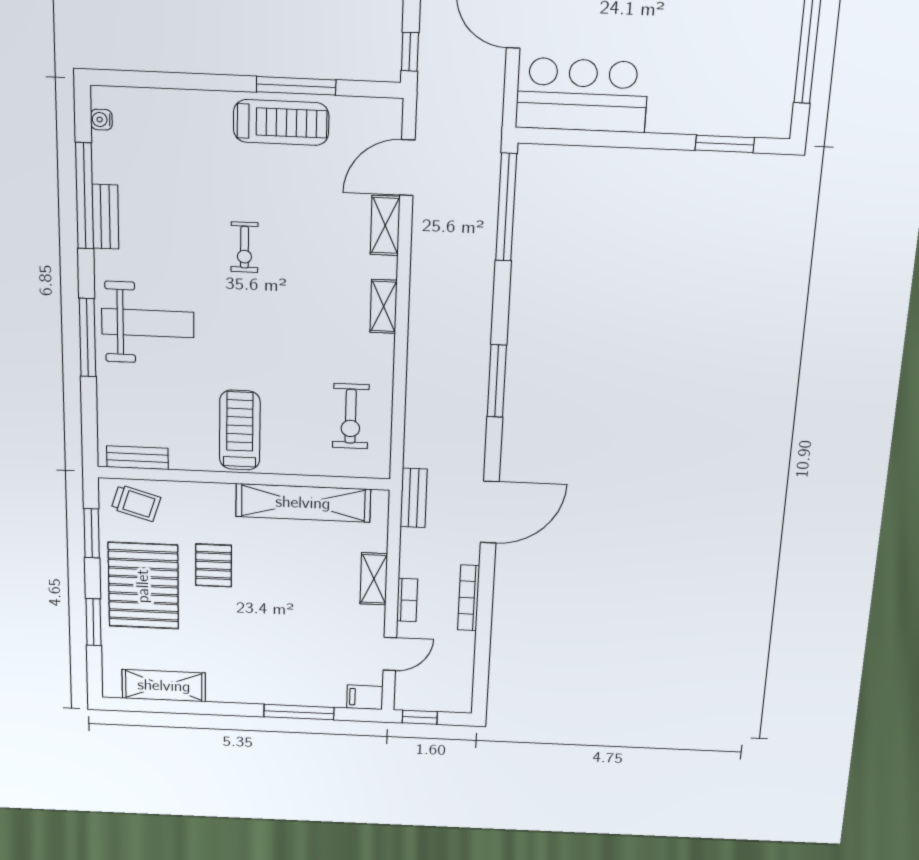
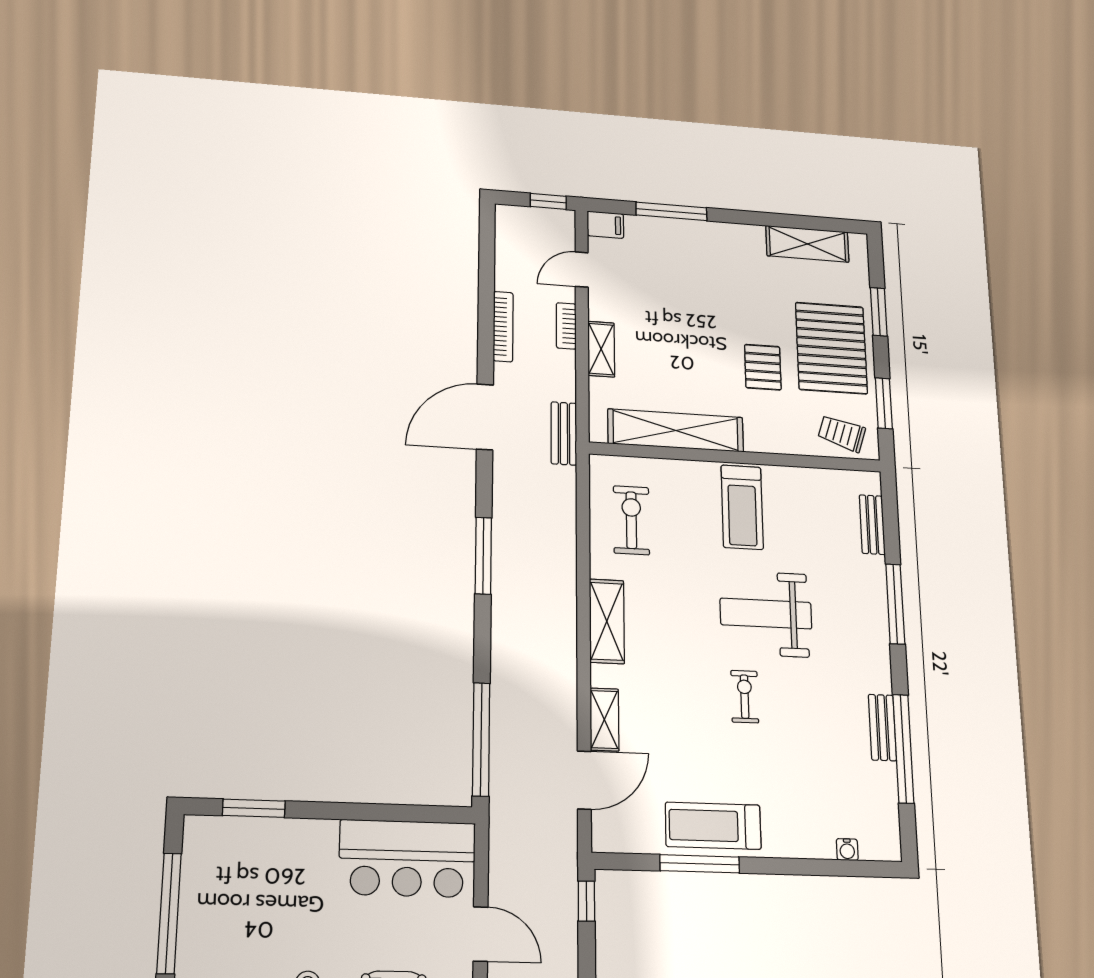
water cooler: (101, 120) -> (847, 850), moved, turned 90
shelving: (384, 306) -> (607, 621), width x1.50, depth x1.33
weight bench: (148, 323) -> (766, 614), moved
bench: (137, 458) -> (872, 525), moved, turned 90

